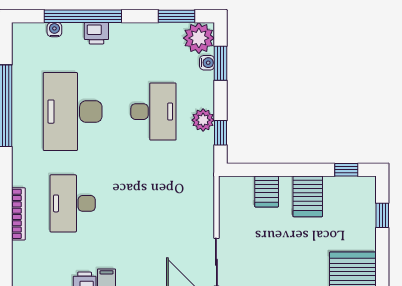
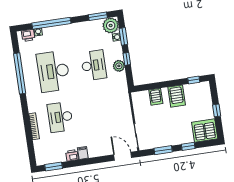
printer: (96, 33) -> (28, 35), moved
window: (221, 133) -> (127, 59), moved
window: (382, 215) -> (217, 110), moved

